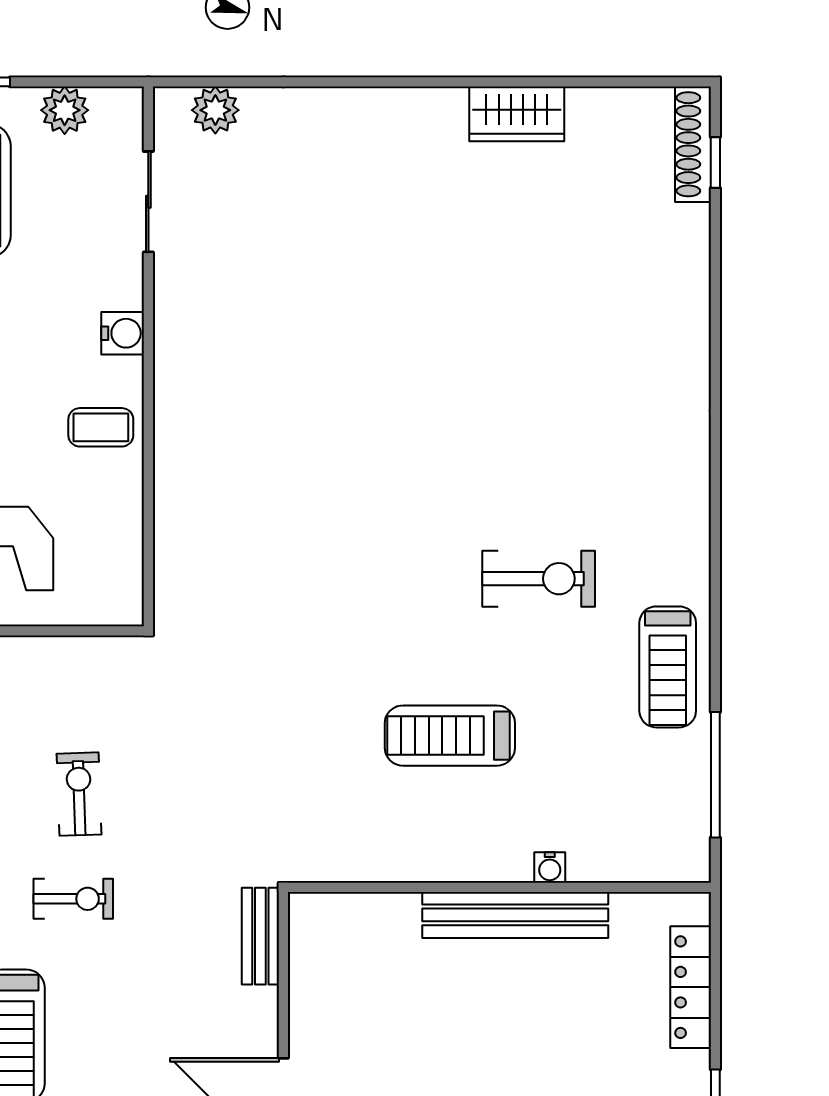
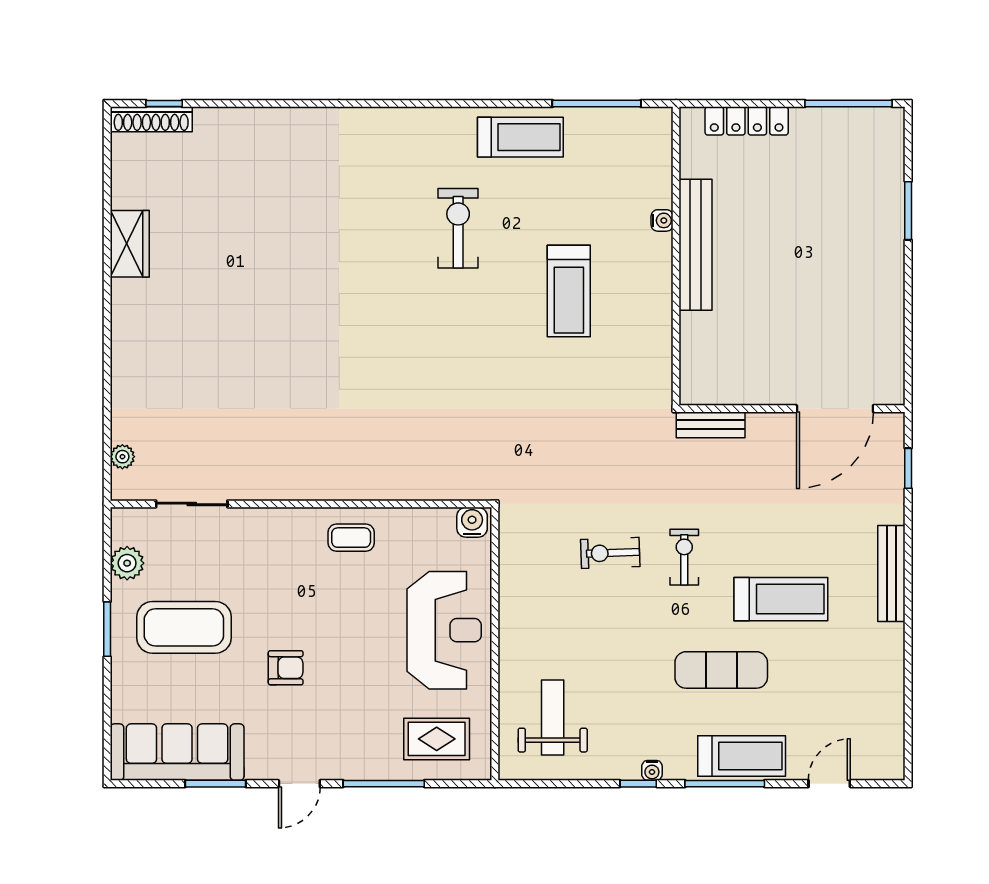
plant: (215, 110) -> (122, 457), width x0.73, depth x0.73
water cooler: (123, 333) -> (472, 522), moved
coffee table: (101, 427) -> (351, 538), turned 90

